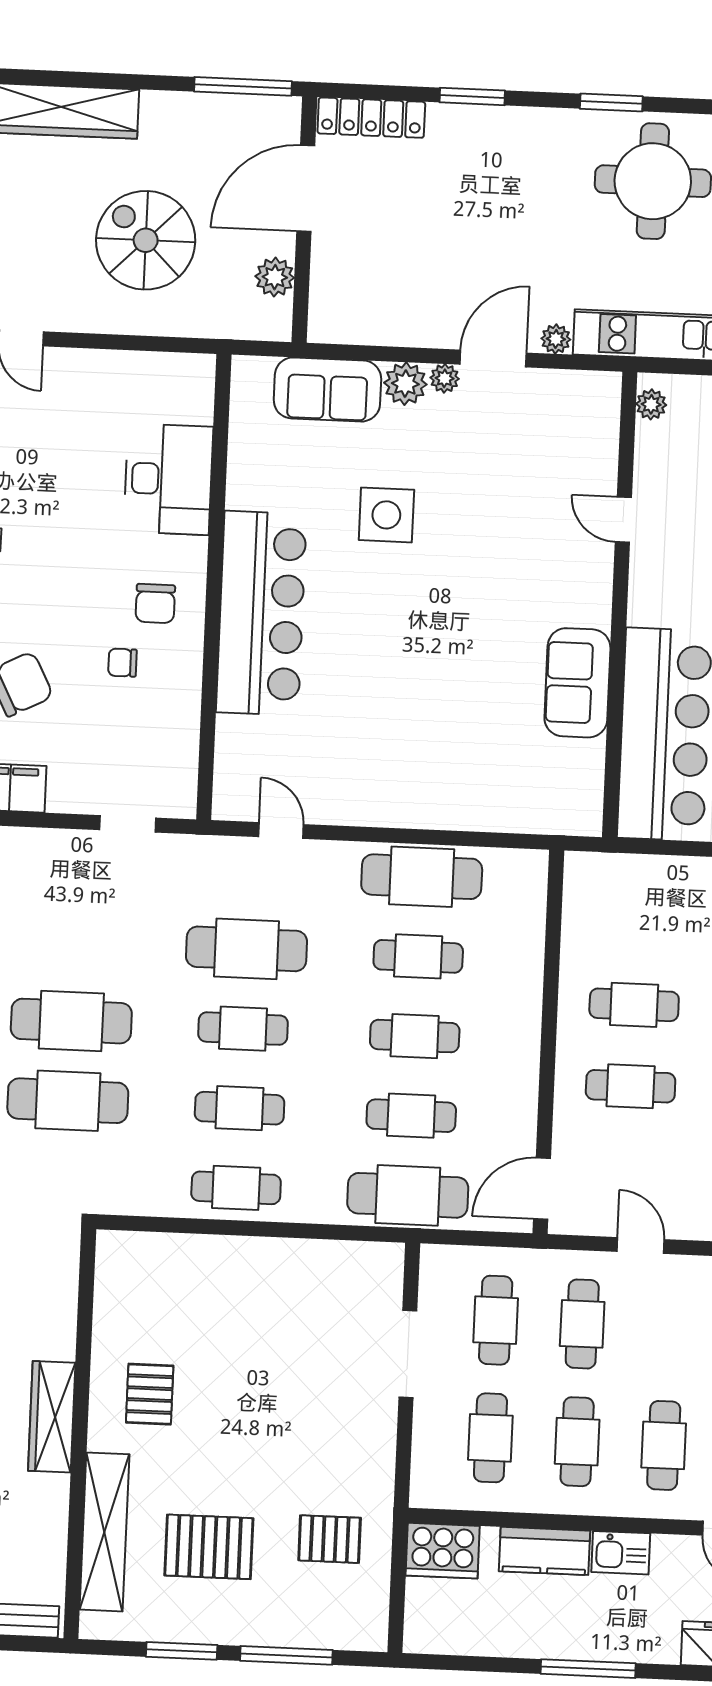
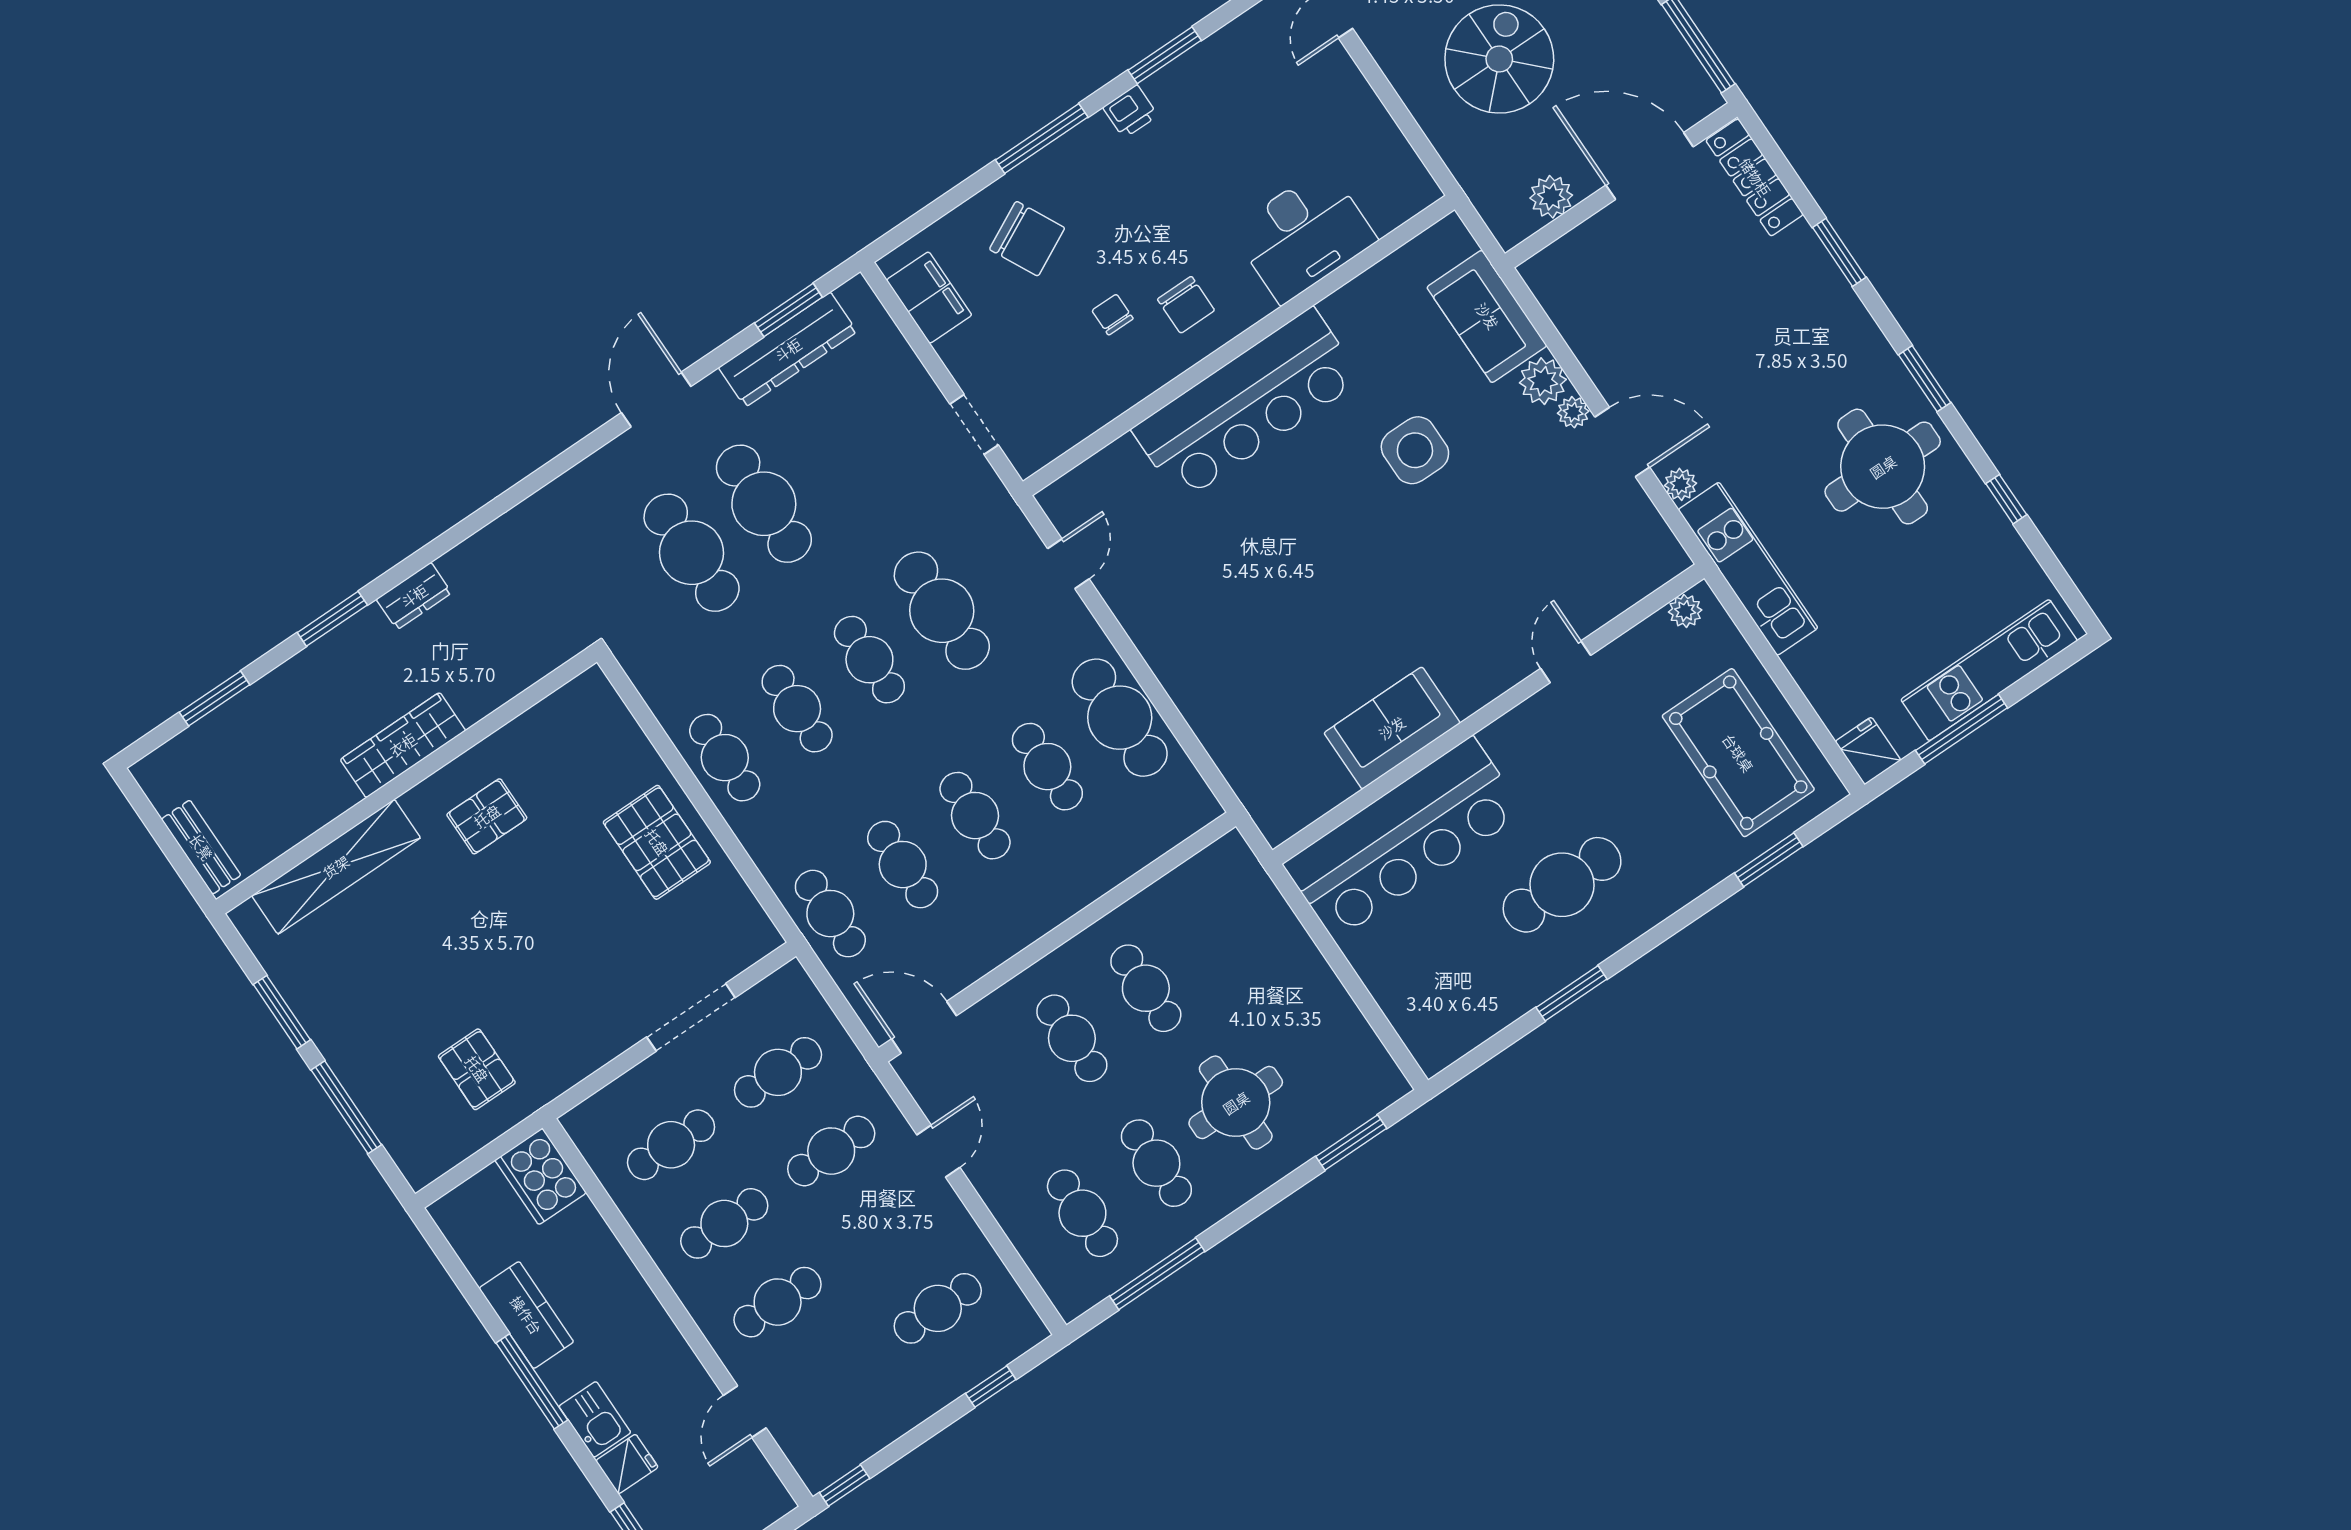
chair: (155, 604) -> (1186, 305), turned -90
cafe table: (408, 1195) -> (830, 914), width x0.73, depth x0.74
pallet: (209, 1547) -> (657, 842), moved
kitchen counter: (545, 1551) -> (526, 1315), moved, turned 180
kitchen sink: (621, 1553) -> (595, 1419), moved, turned 180

